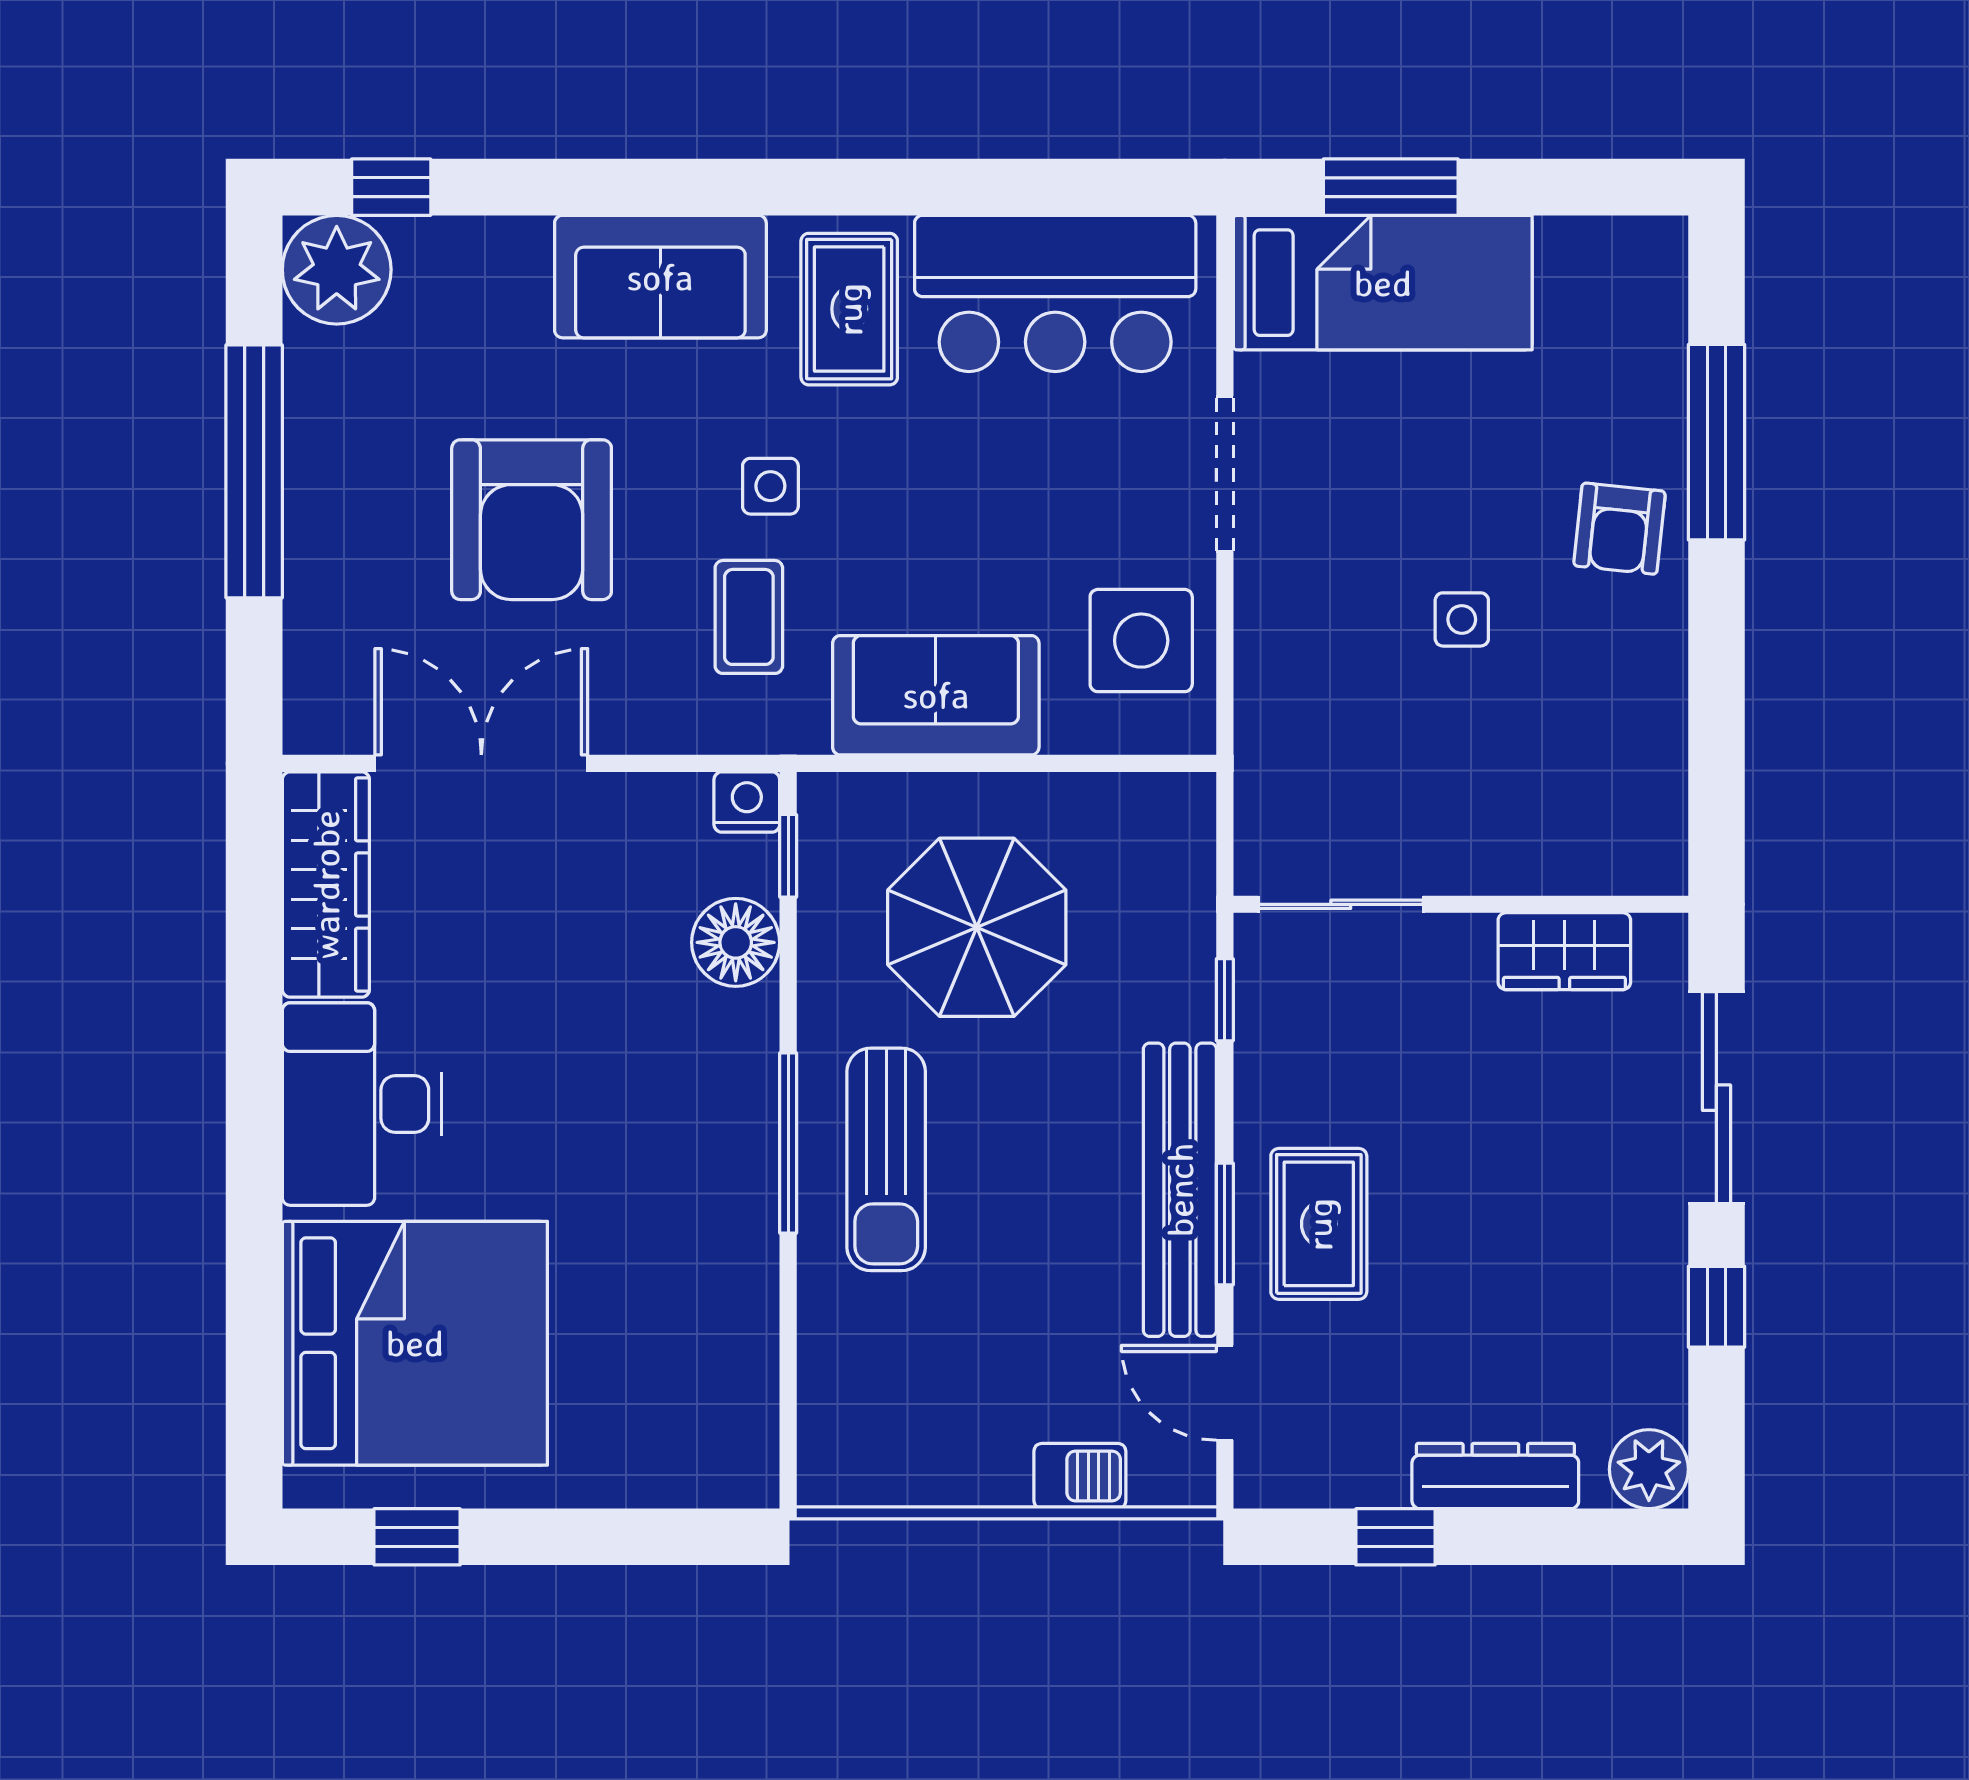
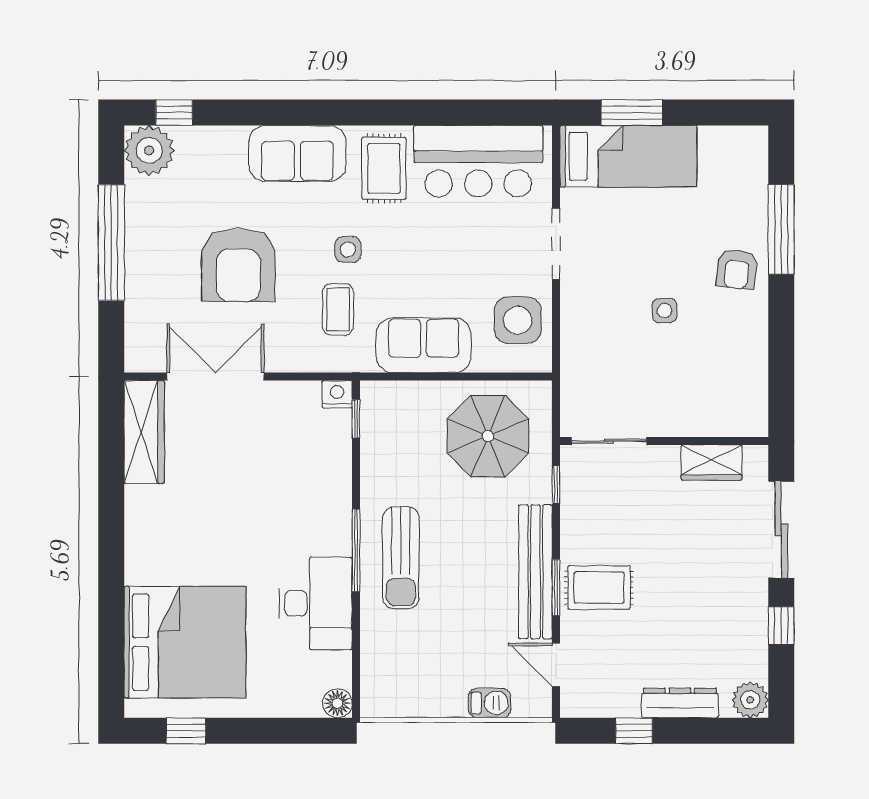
parasol: (977, 927) -> (488, 436), moved
floor lamp: (736, 942) -> (337, 703), moved, width x0.73, depth x0.73
desk: (362, 1104) -> (316, 603), moved, turned 180
rug: (1319, 1224) -> (599, 587), turned 90

